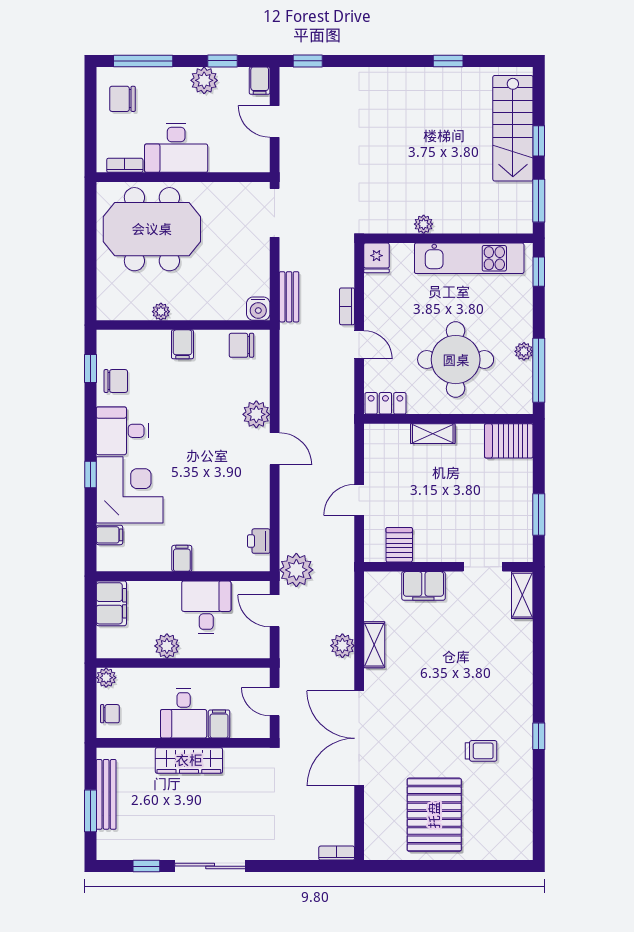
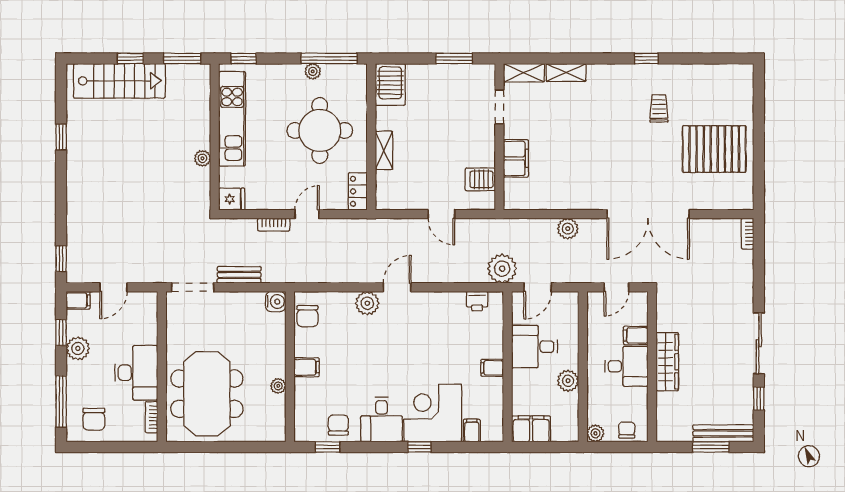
bench: (289, 297) -> (239, 275), moved
shelving: (374, 645) -> (566, 73), moved
bench: (106, 794) -> (723, 433), moved

